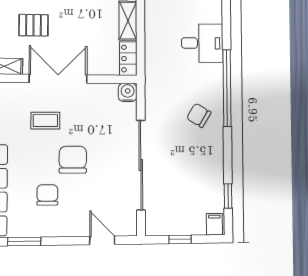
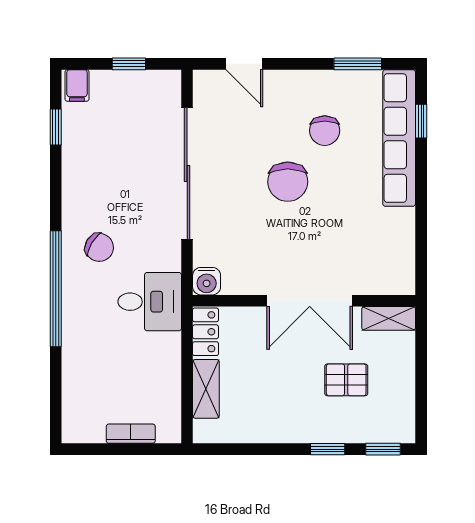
desk: (202, 43) -> (150, 302), moved, turned 180
coffee table: (45, 121) -> (328, 239), removed

